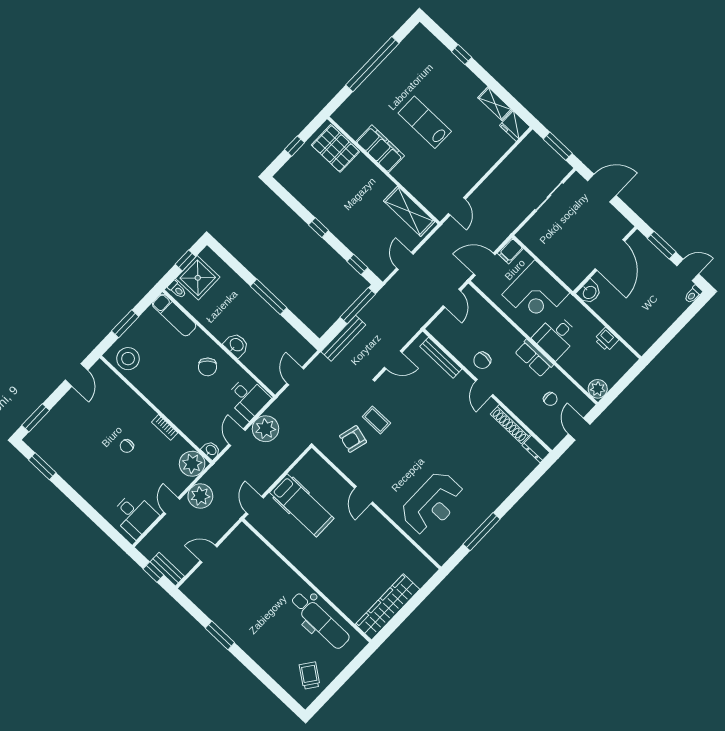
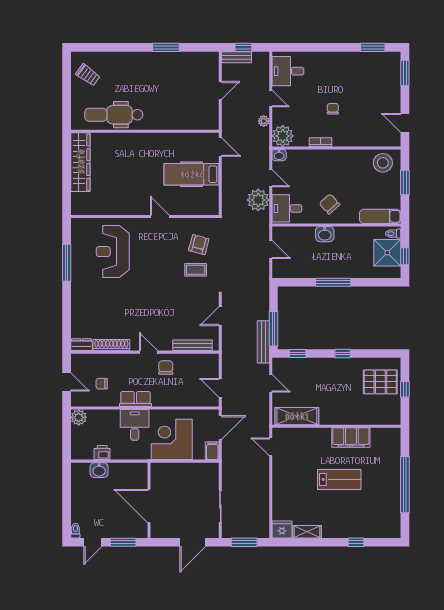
pallet: (335, 148) -> (380, 382), moved
washbasin: (589, 292) -> (99, 470), moved, turned -90
bench: (343, 338) -> (263, 342), moved
plant: (200, 496) -> (264, 121), width x0.53, depth x0.53

